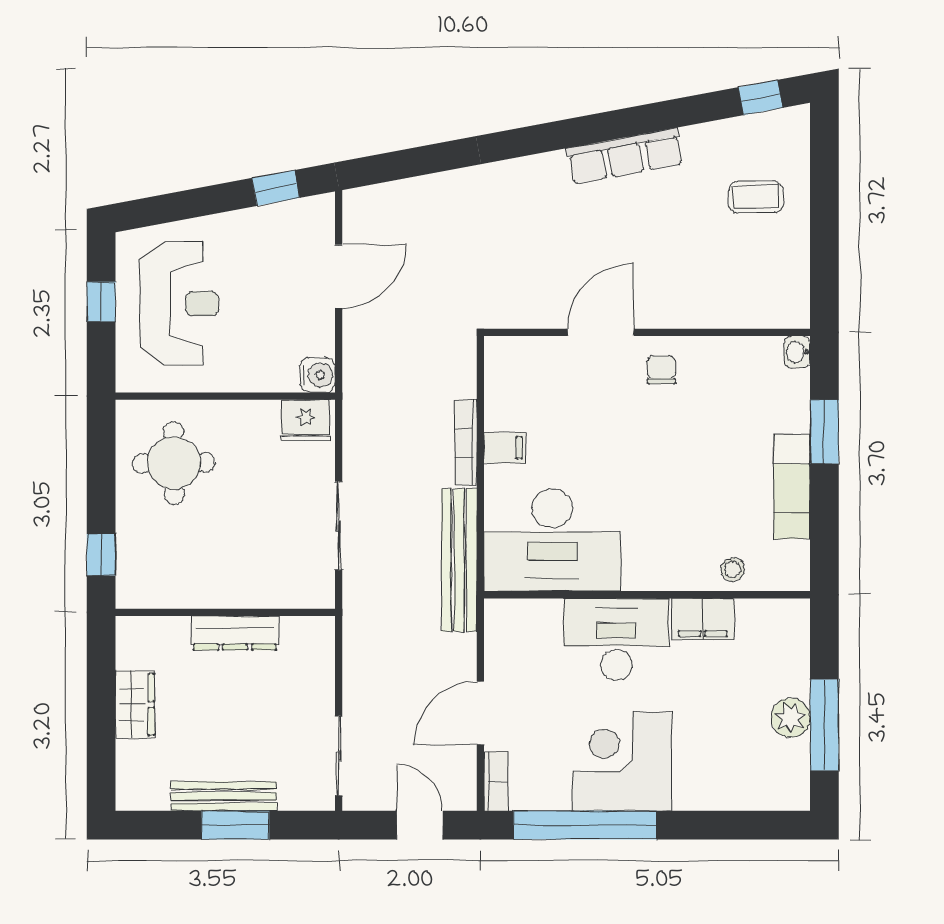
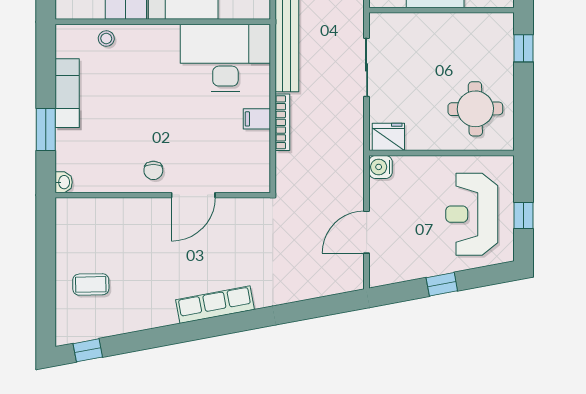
row of seats: (625, 156) -> (215, 305), moved
window: (276, 188) -> (442, 284), moved

